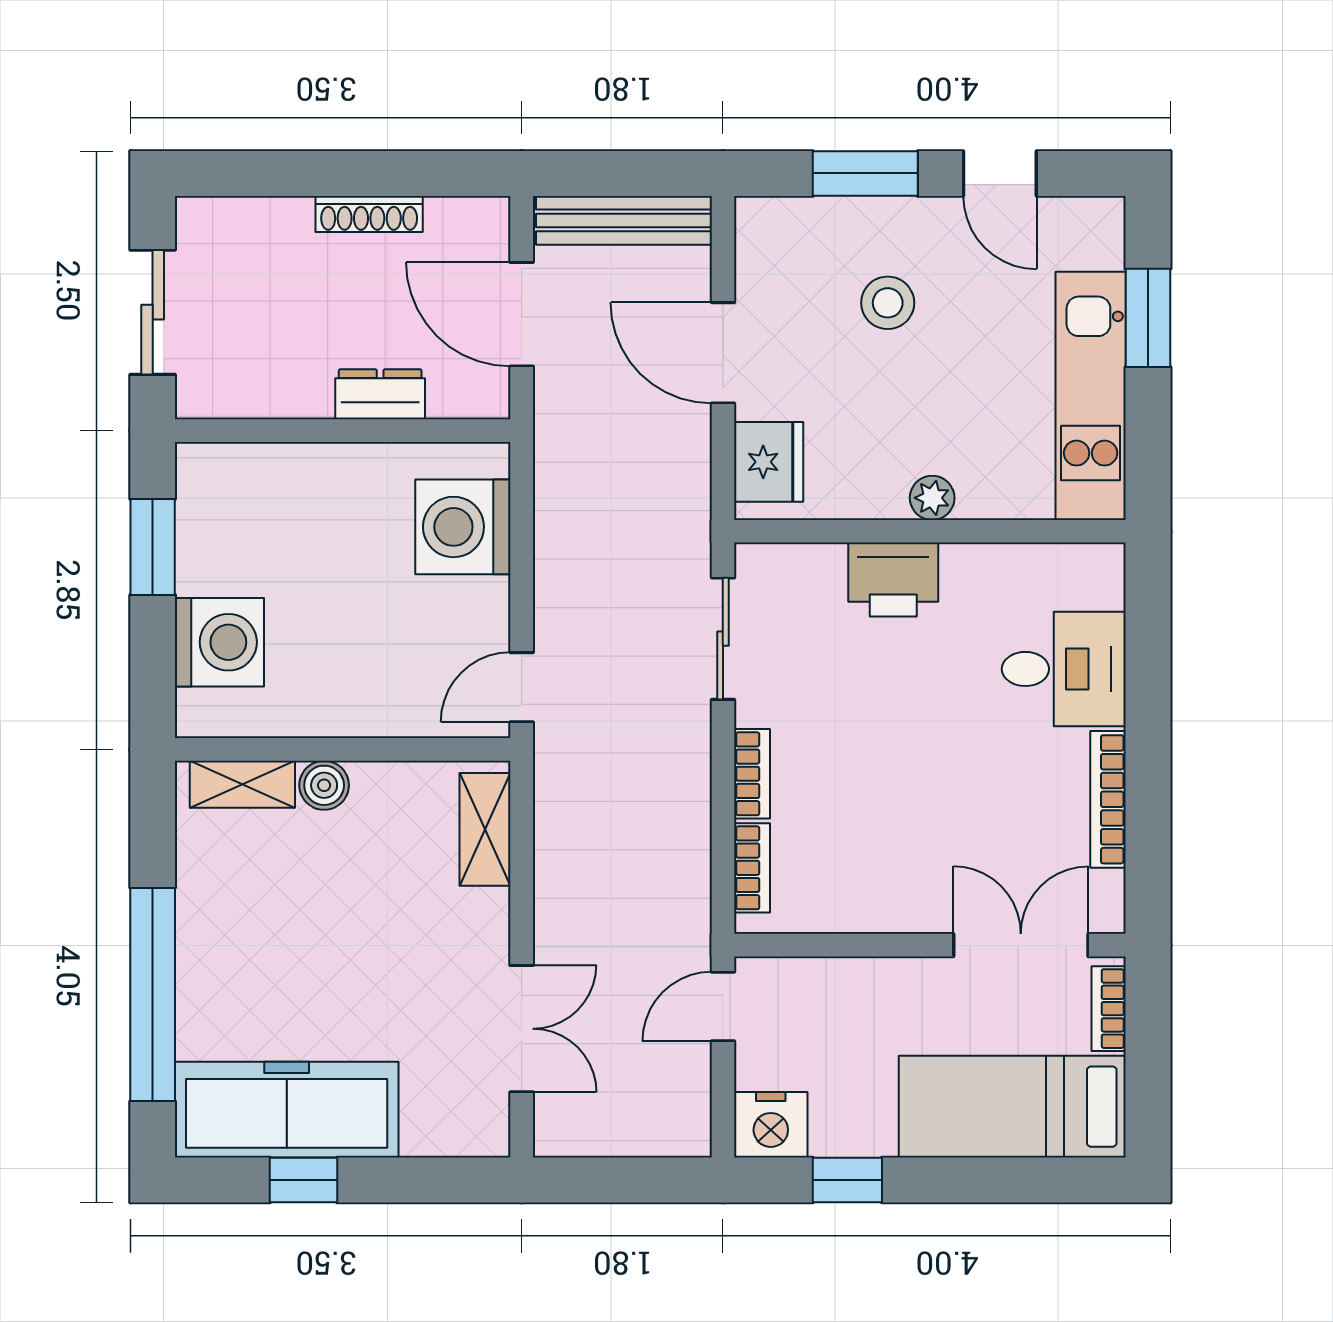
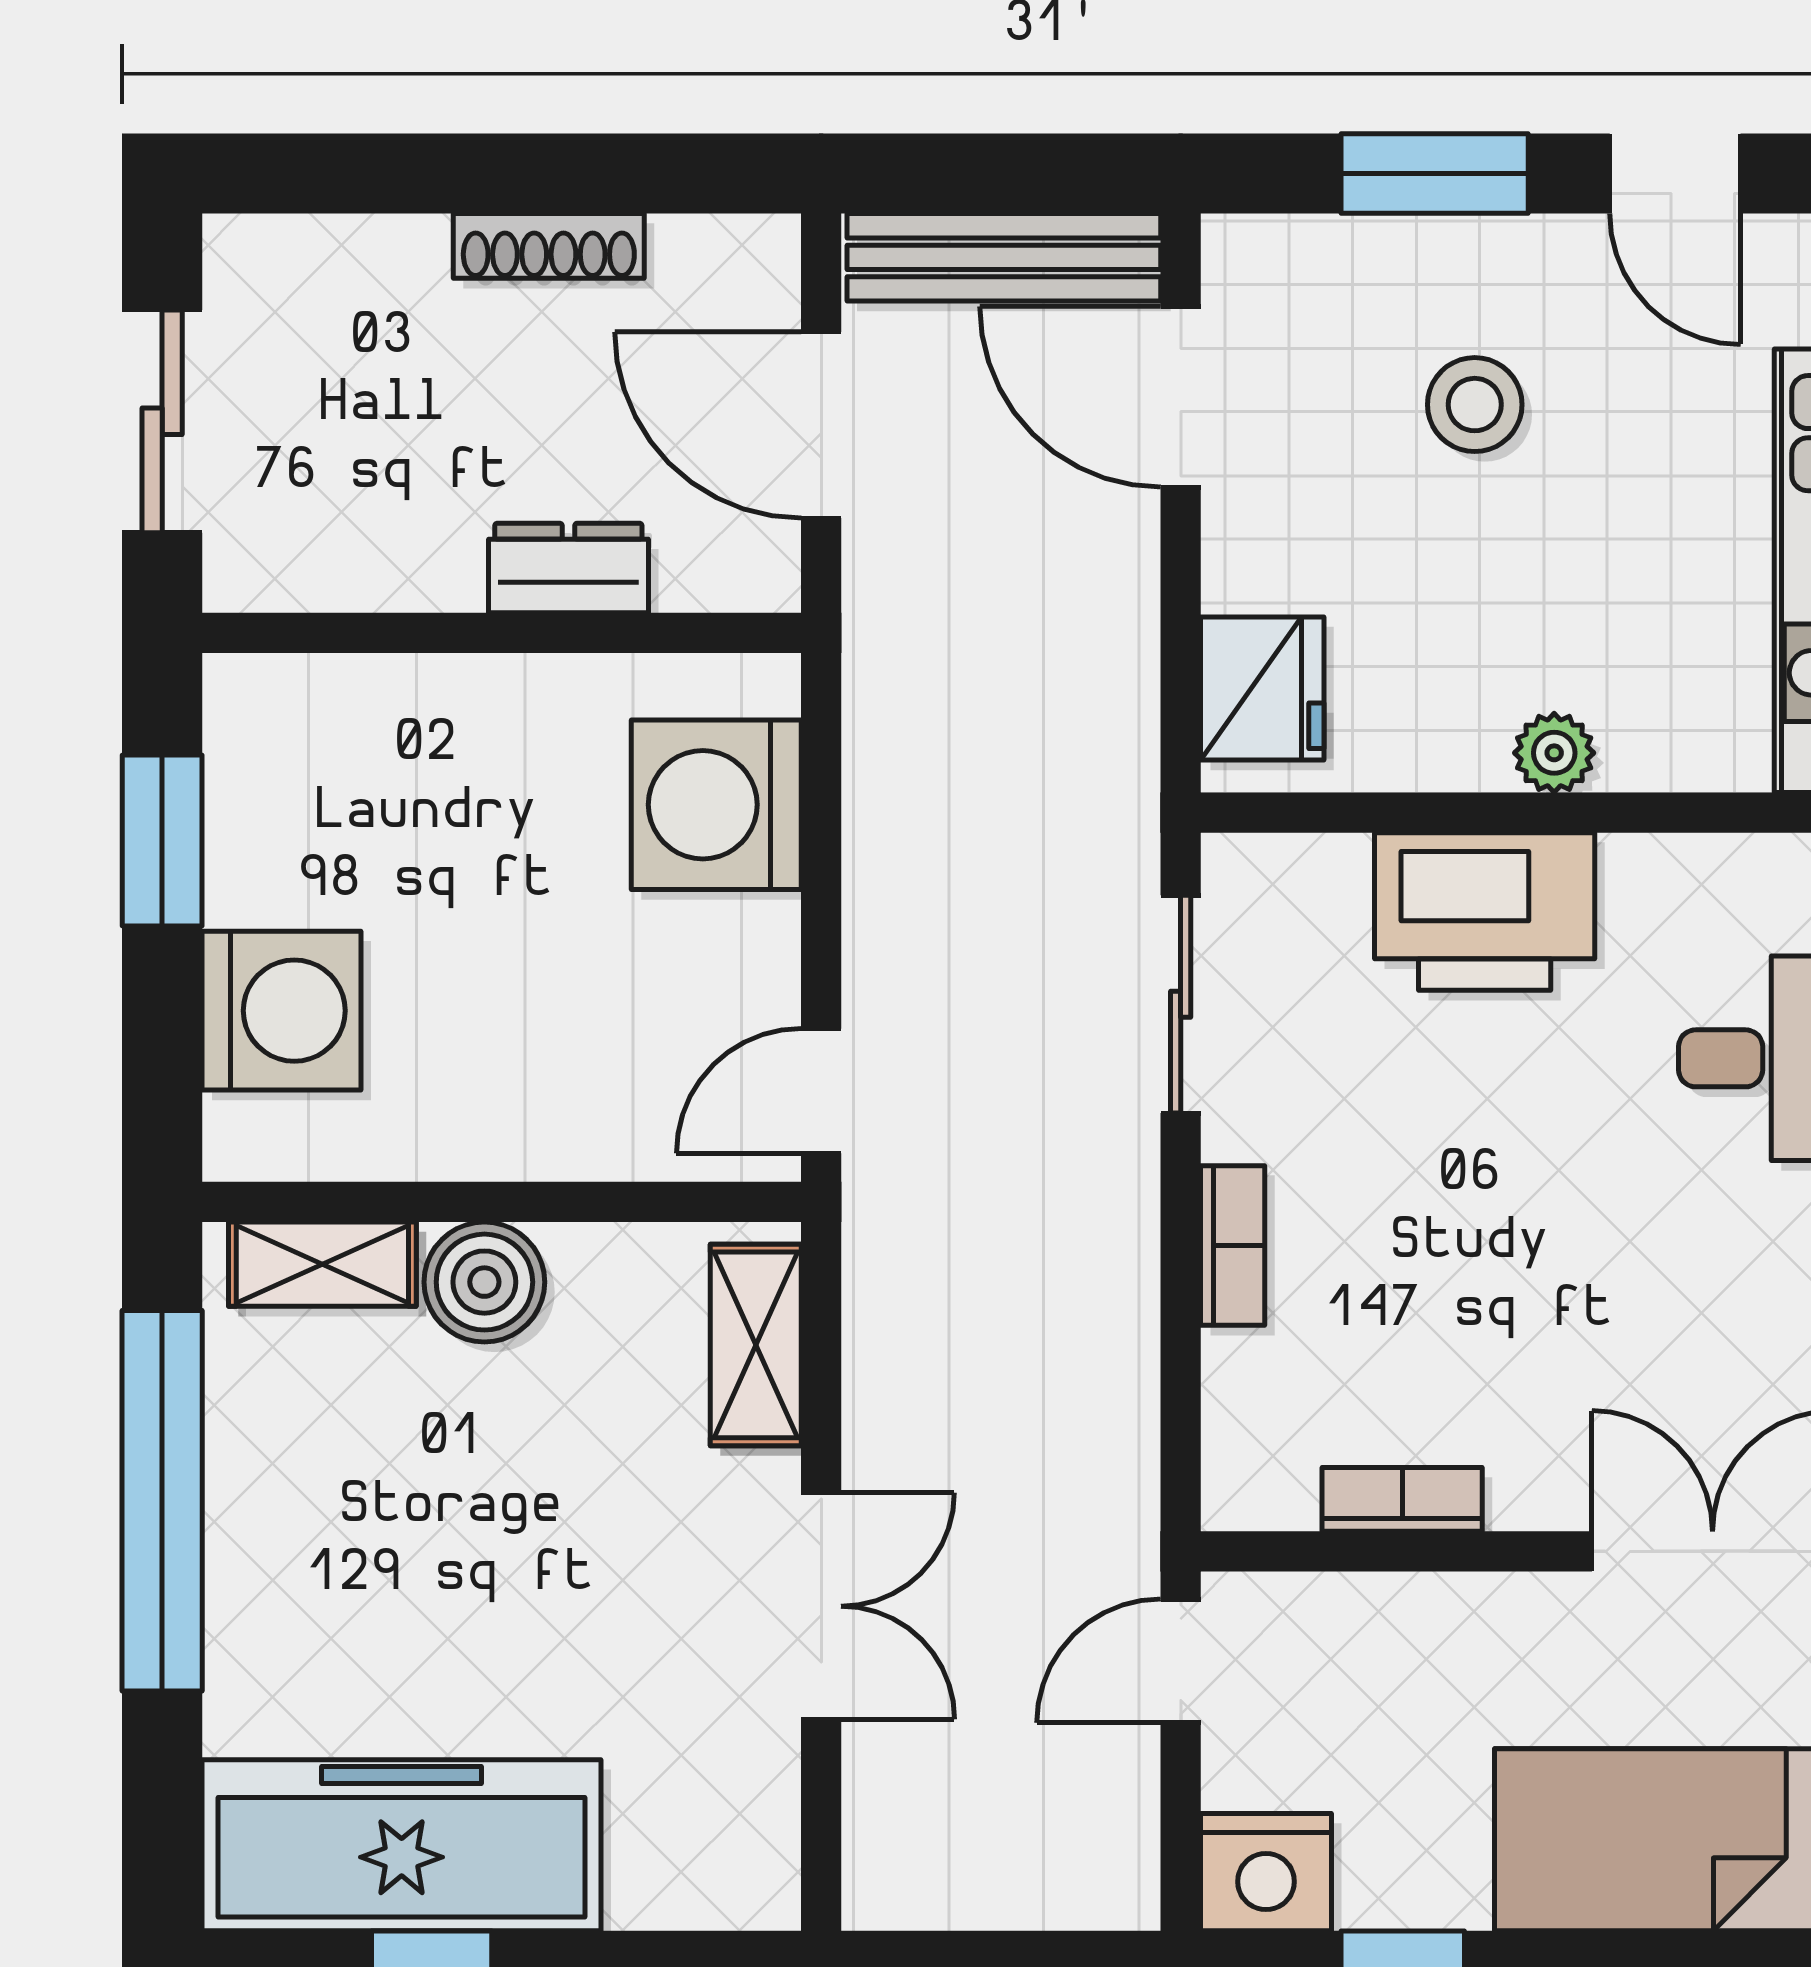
door: (723, 353) -> (1181, 397), moved
printer: (893, 580) -> (1485, 911), width x1.37, depth x1.19
boiler: (324, 785) -> (484, 1282), width x1.36, depth x1.36
bookcase: (752, 868) -> (1402, 1499), moved, turned -90
window: (153, 995) -> (162, 1501), moved
double door: (522, 1029) -> (821, 1606), moved

